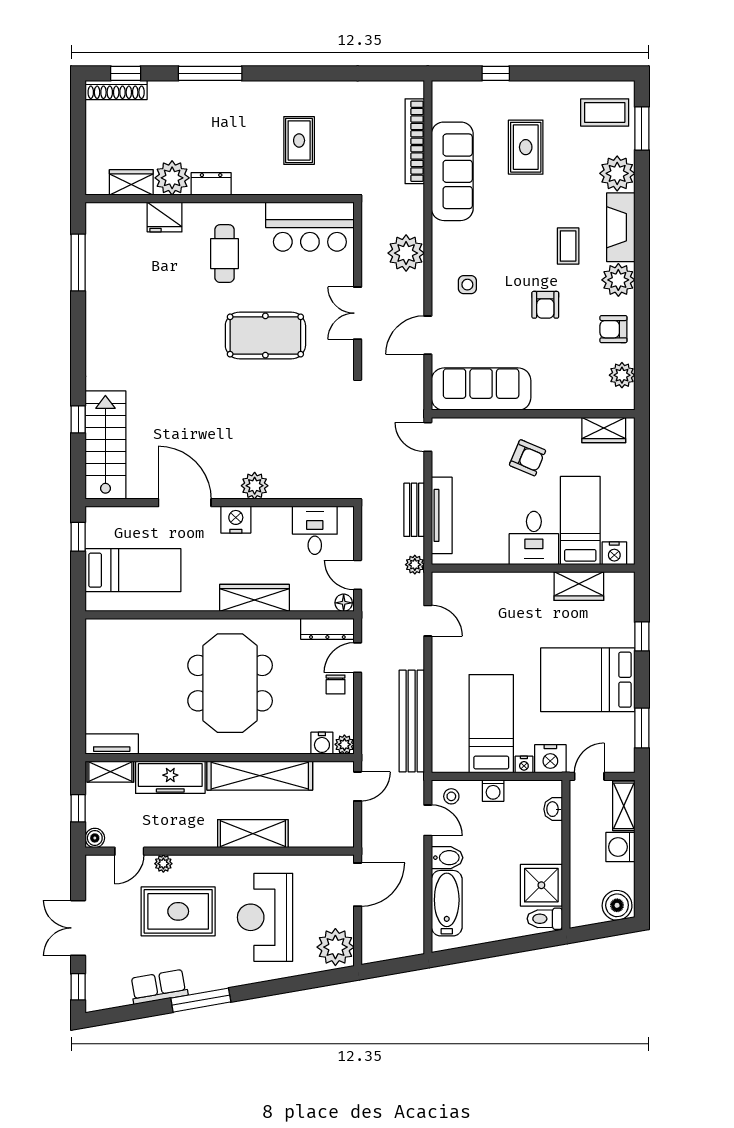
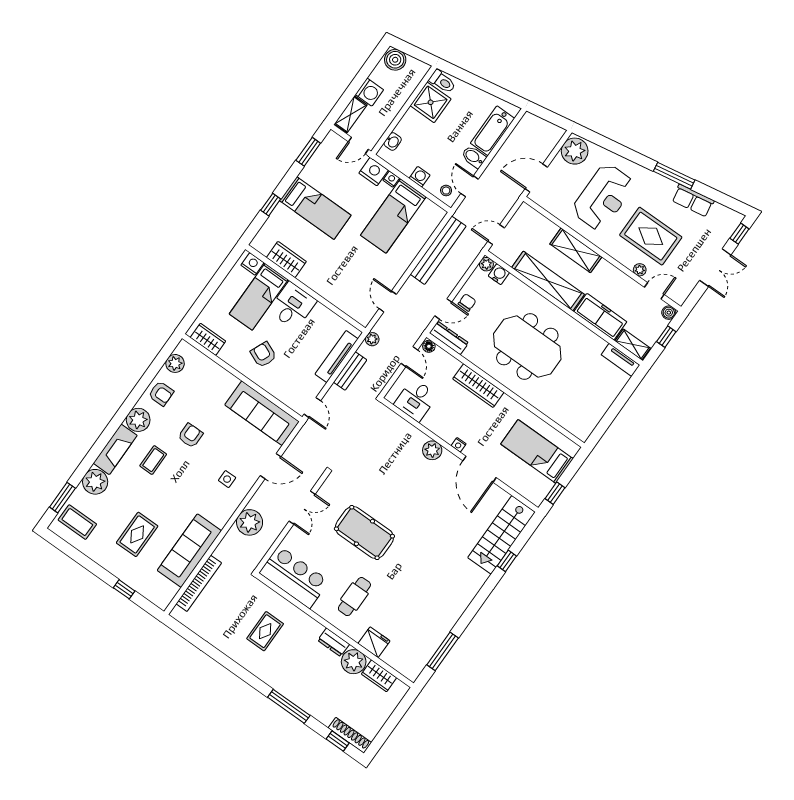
nightstand: (236, 520) -> (459, 445), width x0.53, depth x0.56
bed: (588, 680) -> (315, 208), width x0.67
meeting table: (230, 683) -> (527, 347), turned 90

